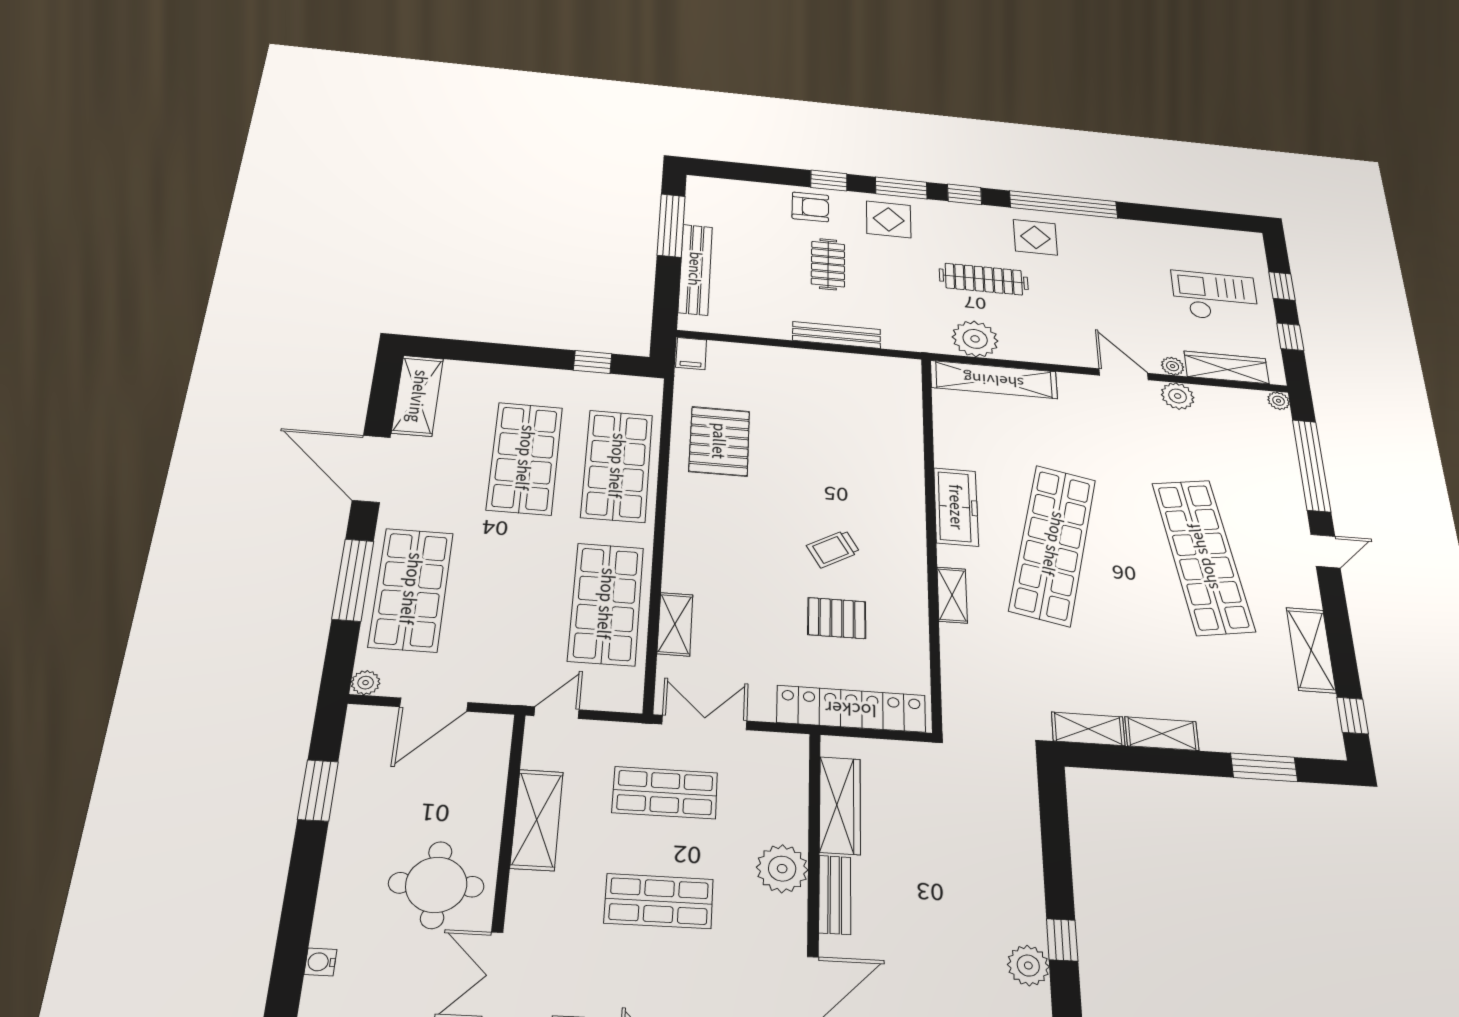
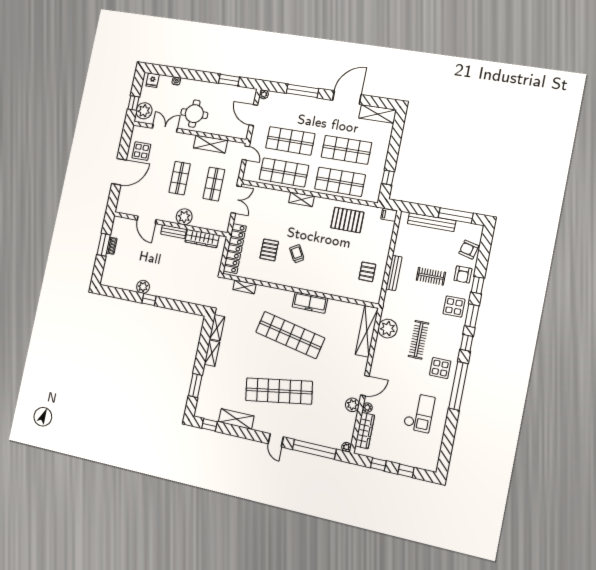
armchair: (749, 199) -> (469, 250), added
checkout: (1215, 297) -> (419, 413), moved
pallet: (846, 389) -> (367, 272), added
shop shelf: (411, 589) -> (290, 141), moved
shelving: (952, 595) -> (244, 287), moved
shelving: (675, 624) -> (301, 199), moved

